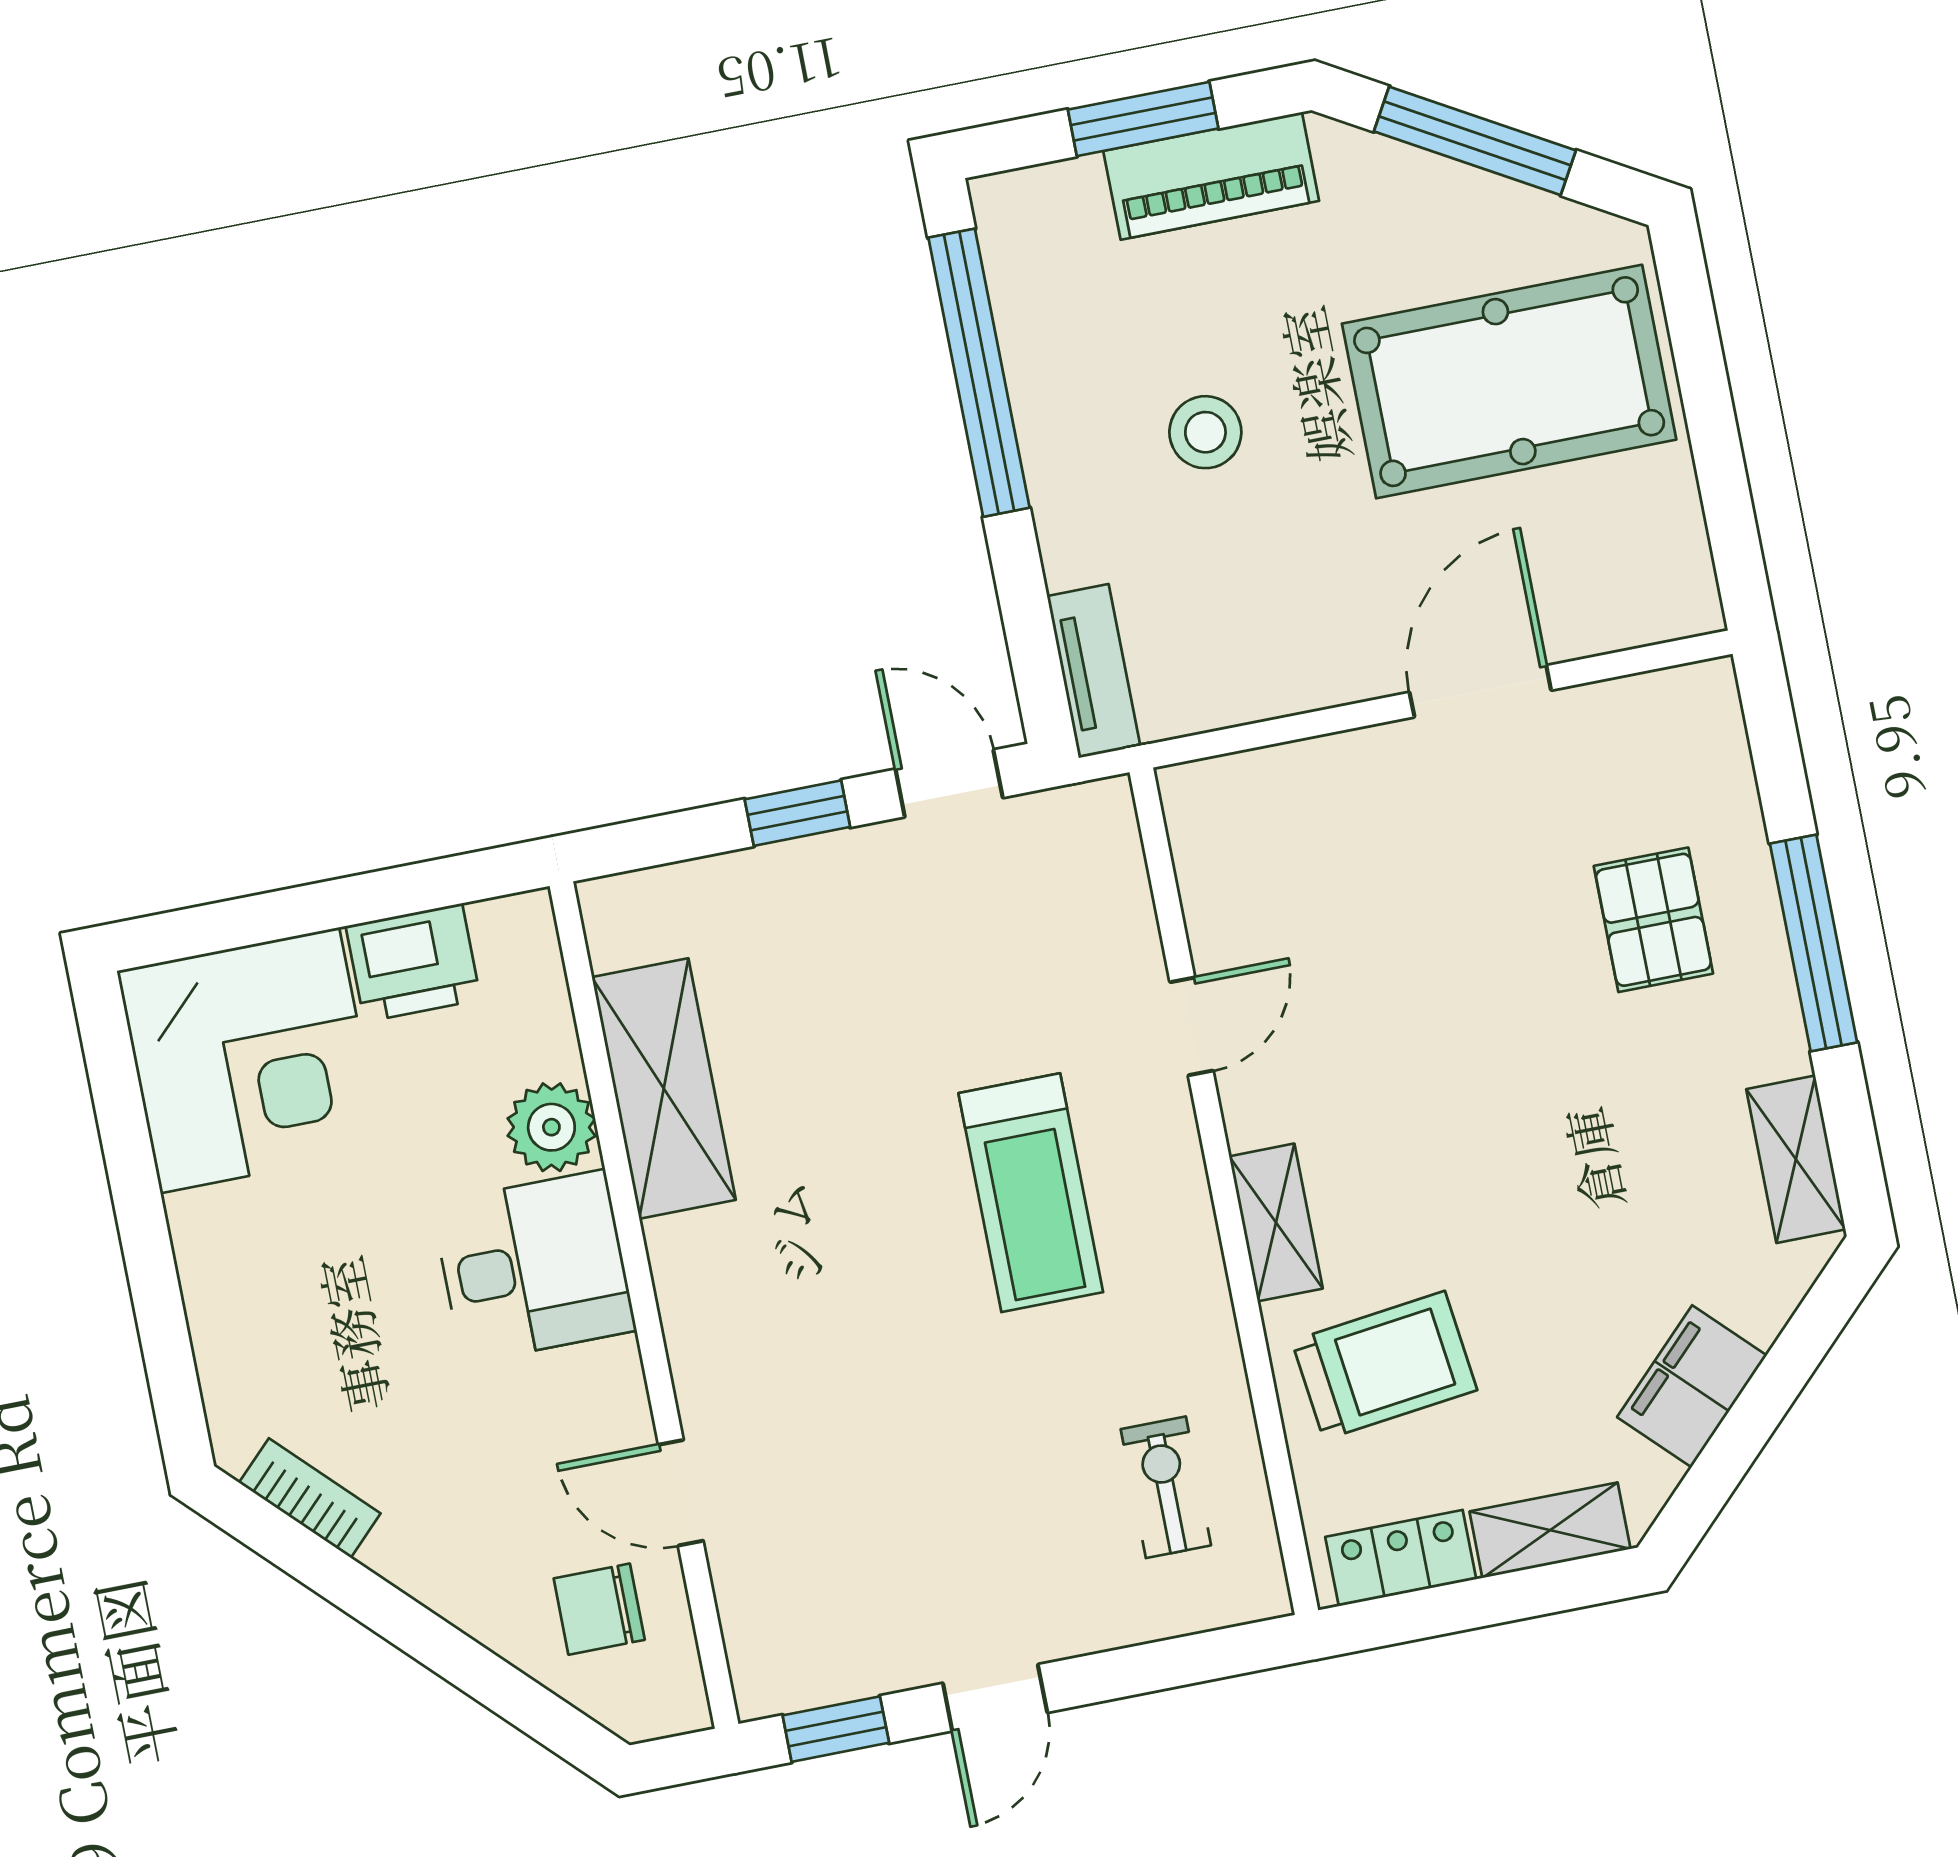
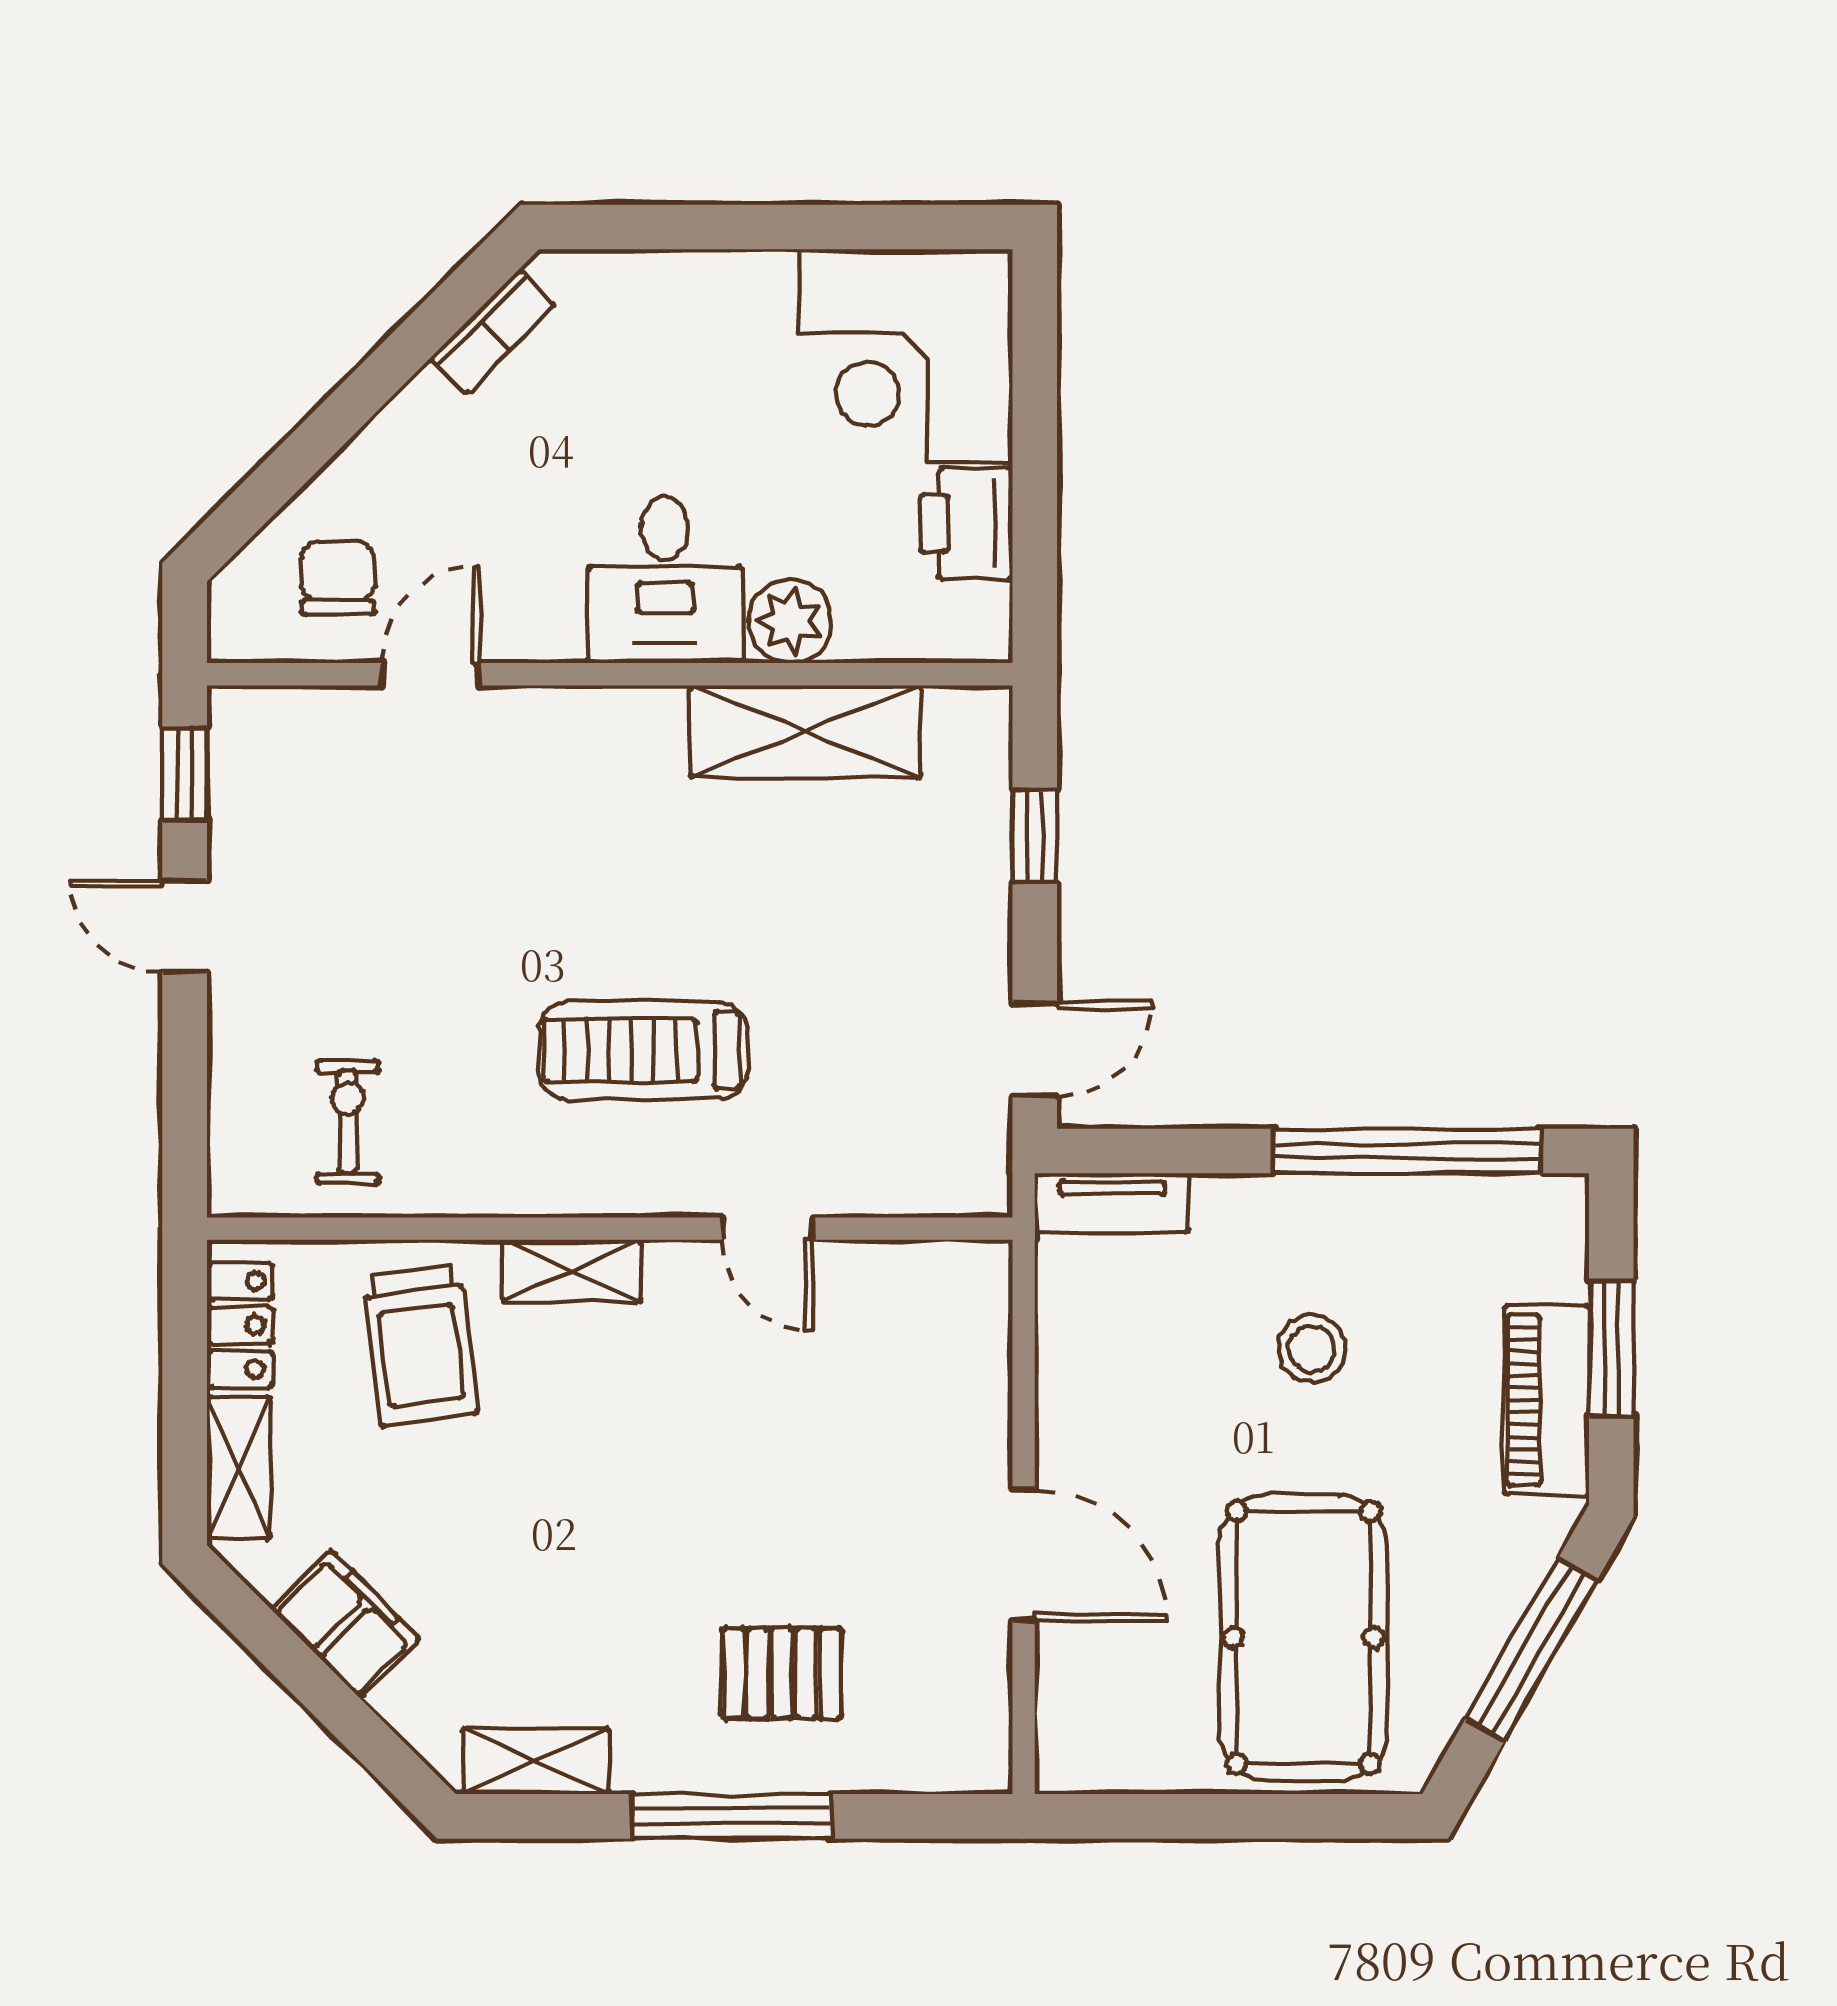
window: (797, 813) -> (1035, 836), moved
exercise bike: (1166, 1487) -> (348, 1122), turned -90

